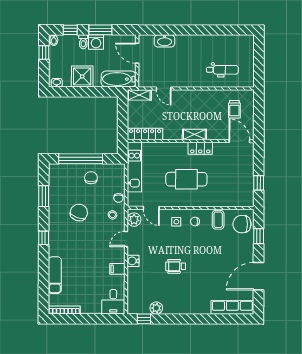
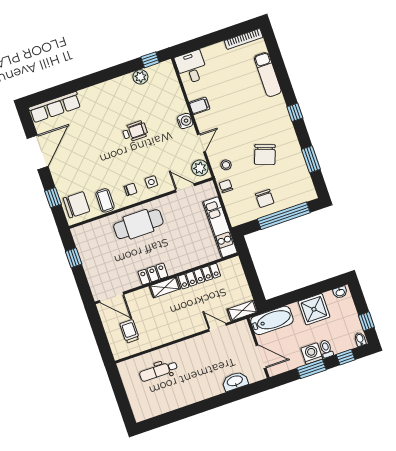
locker: (145, 134) -> (199, 276), moved
cafe table: (186, 179) -> (138, 224), moved

